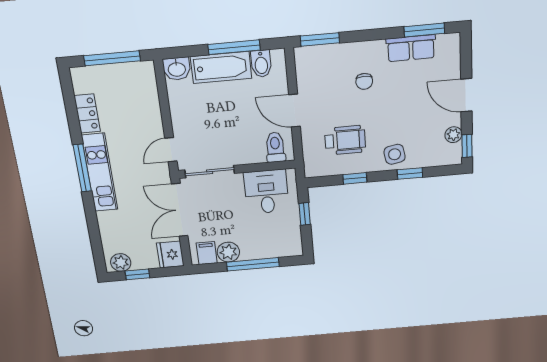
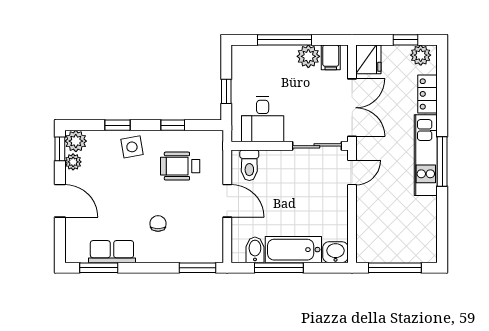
locker: (87, 114) -> (428, 94), moved
plant: (451, 155) -> (76, 141), added

